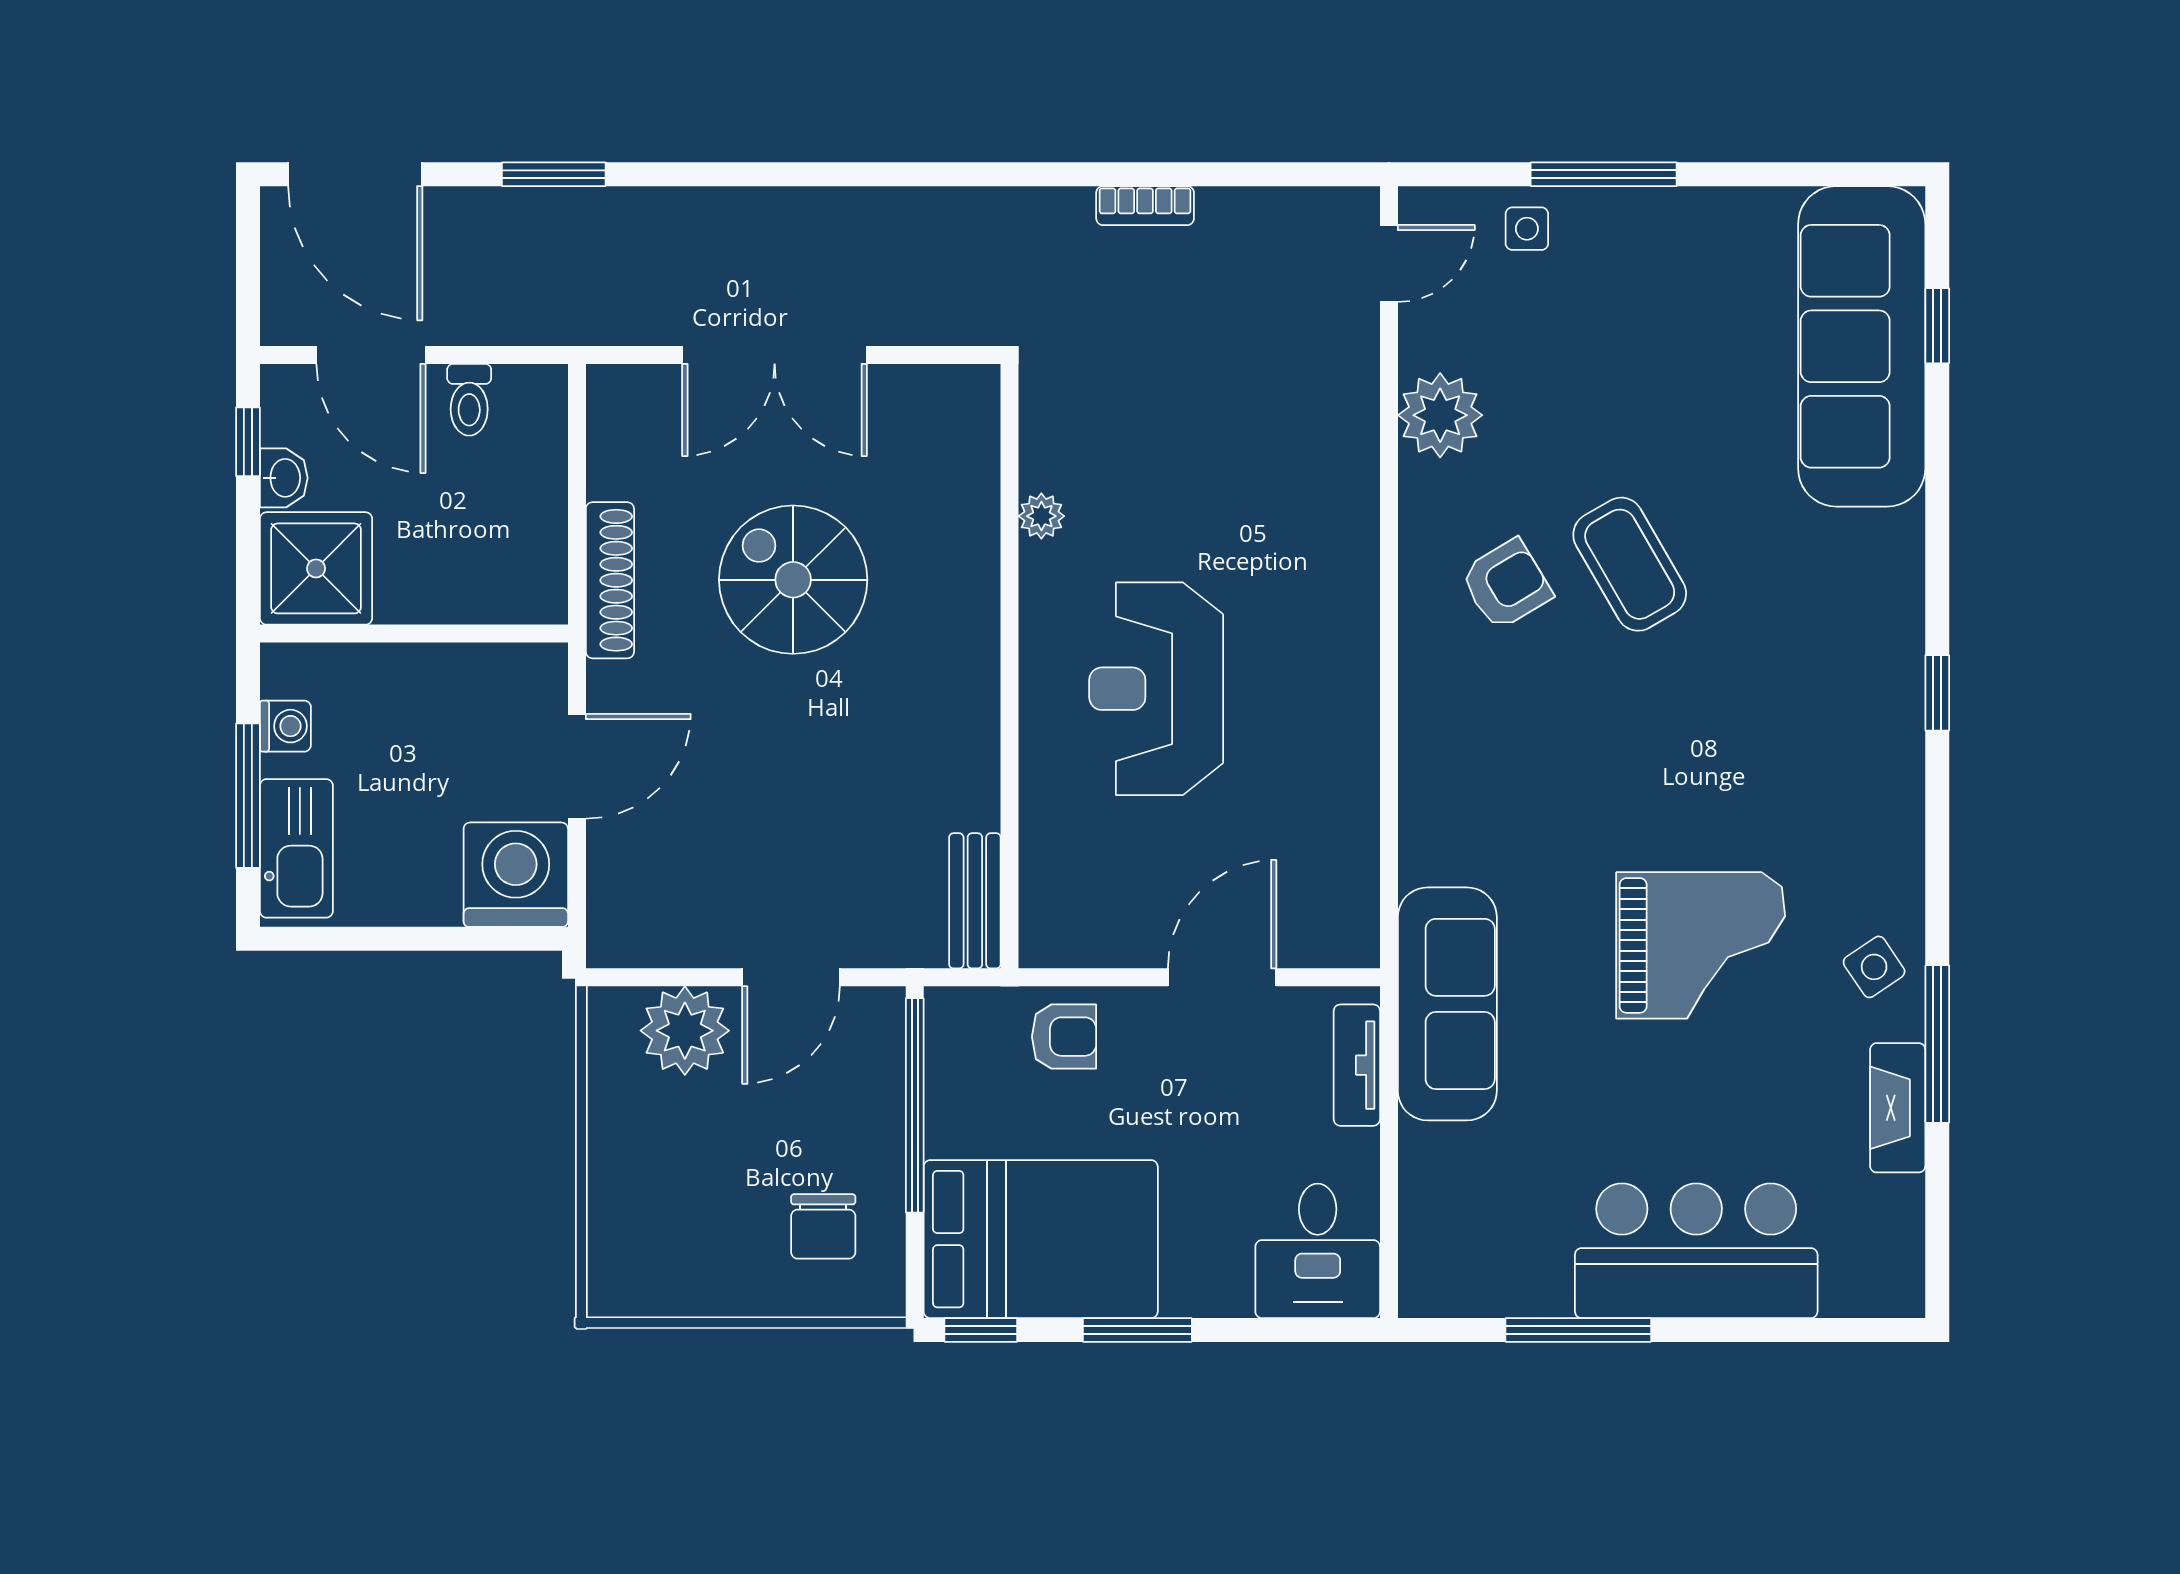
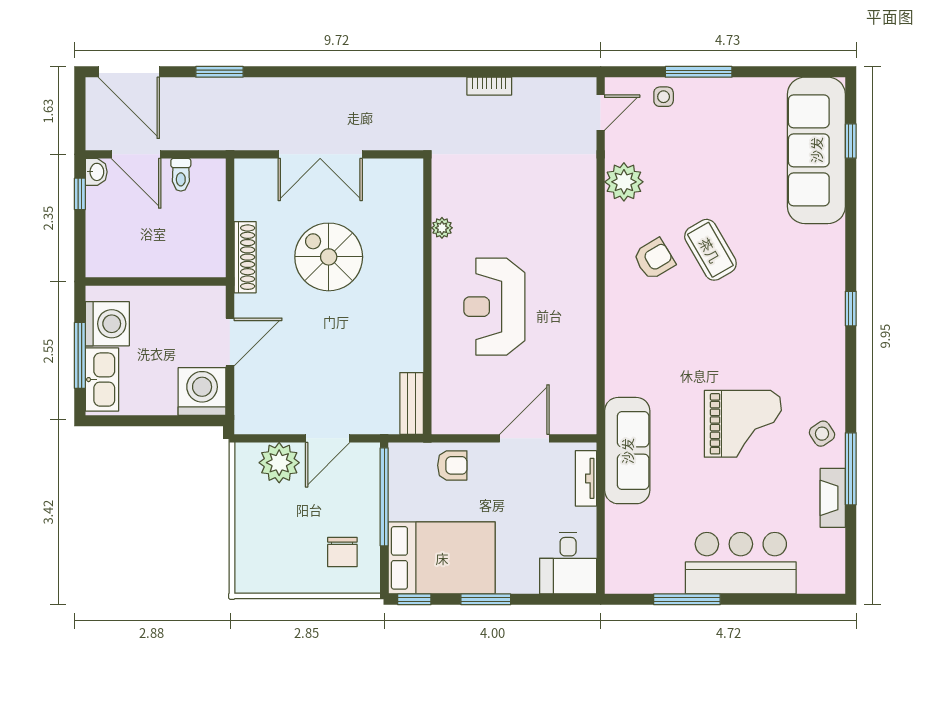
washbasin: (284, 478) -> (96, 172), moved
shower: (316, 568) -> (111, 252), removed
washing machine: (285, 726) -> (107, 324), width x1.89, depth x1.89

